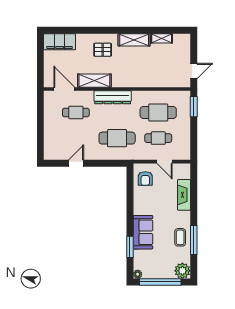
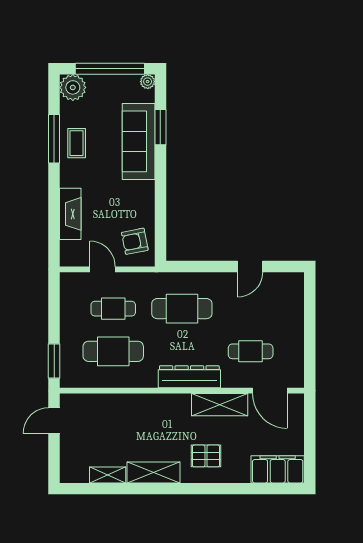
armchair: (145, 178) -> (135, 241), turned -101
sofa: (143, 232) -> (139, 141), width x1.36

